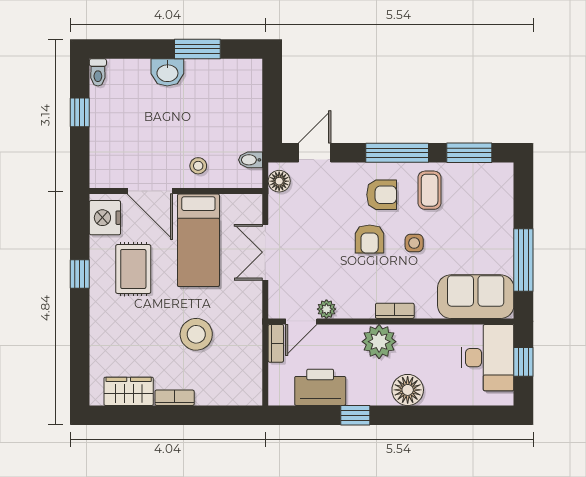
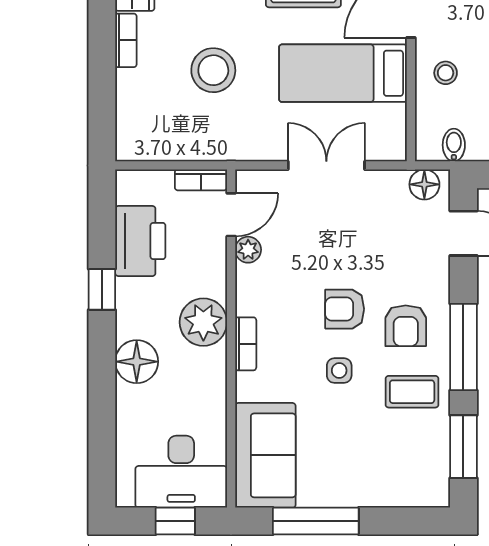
door: (301, 321) -> (231, 215), swing flipped

